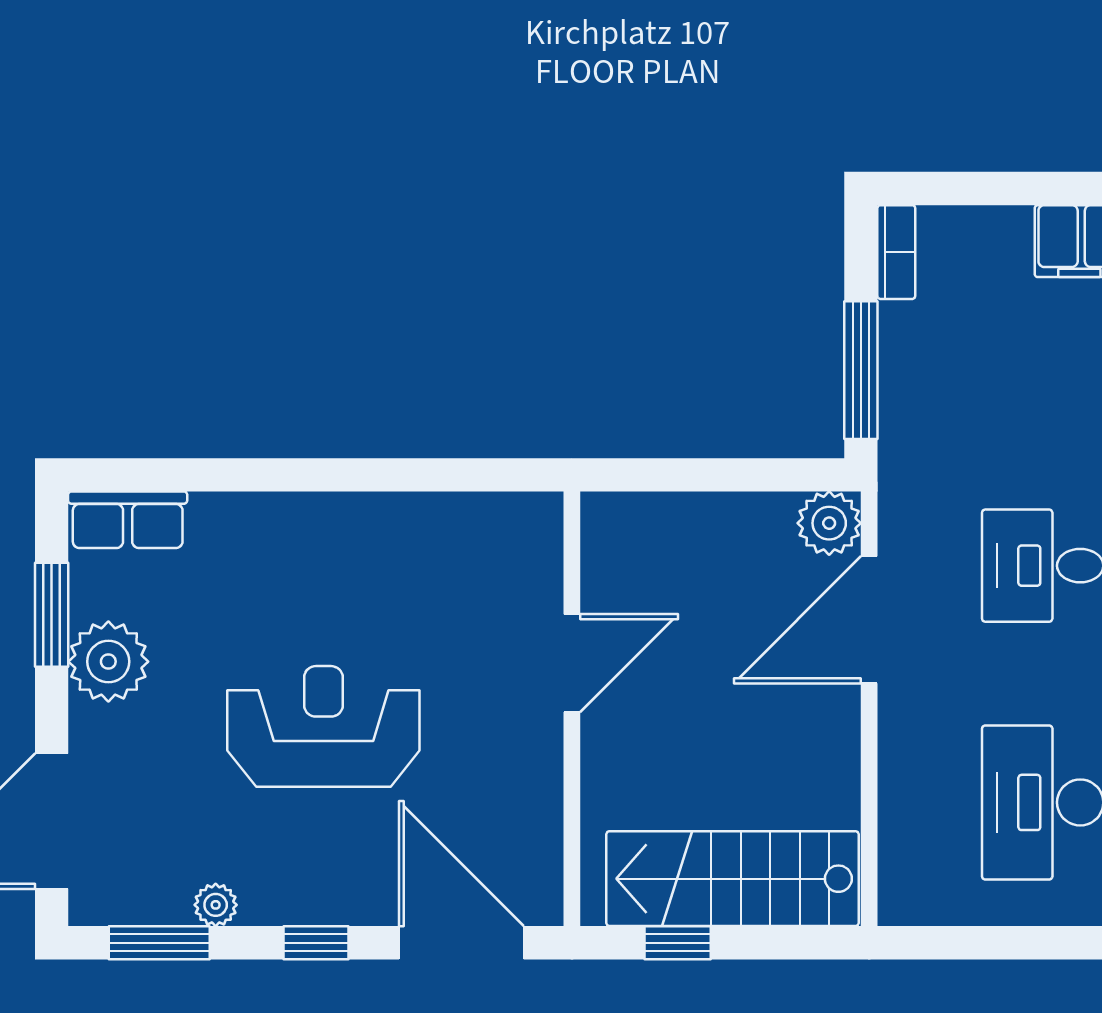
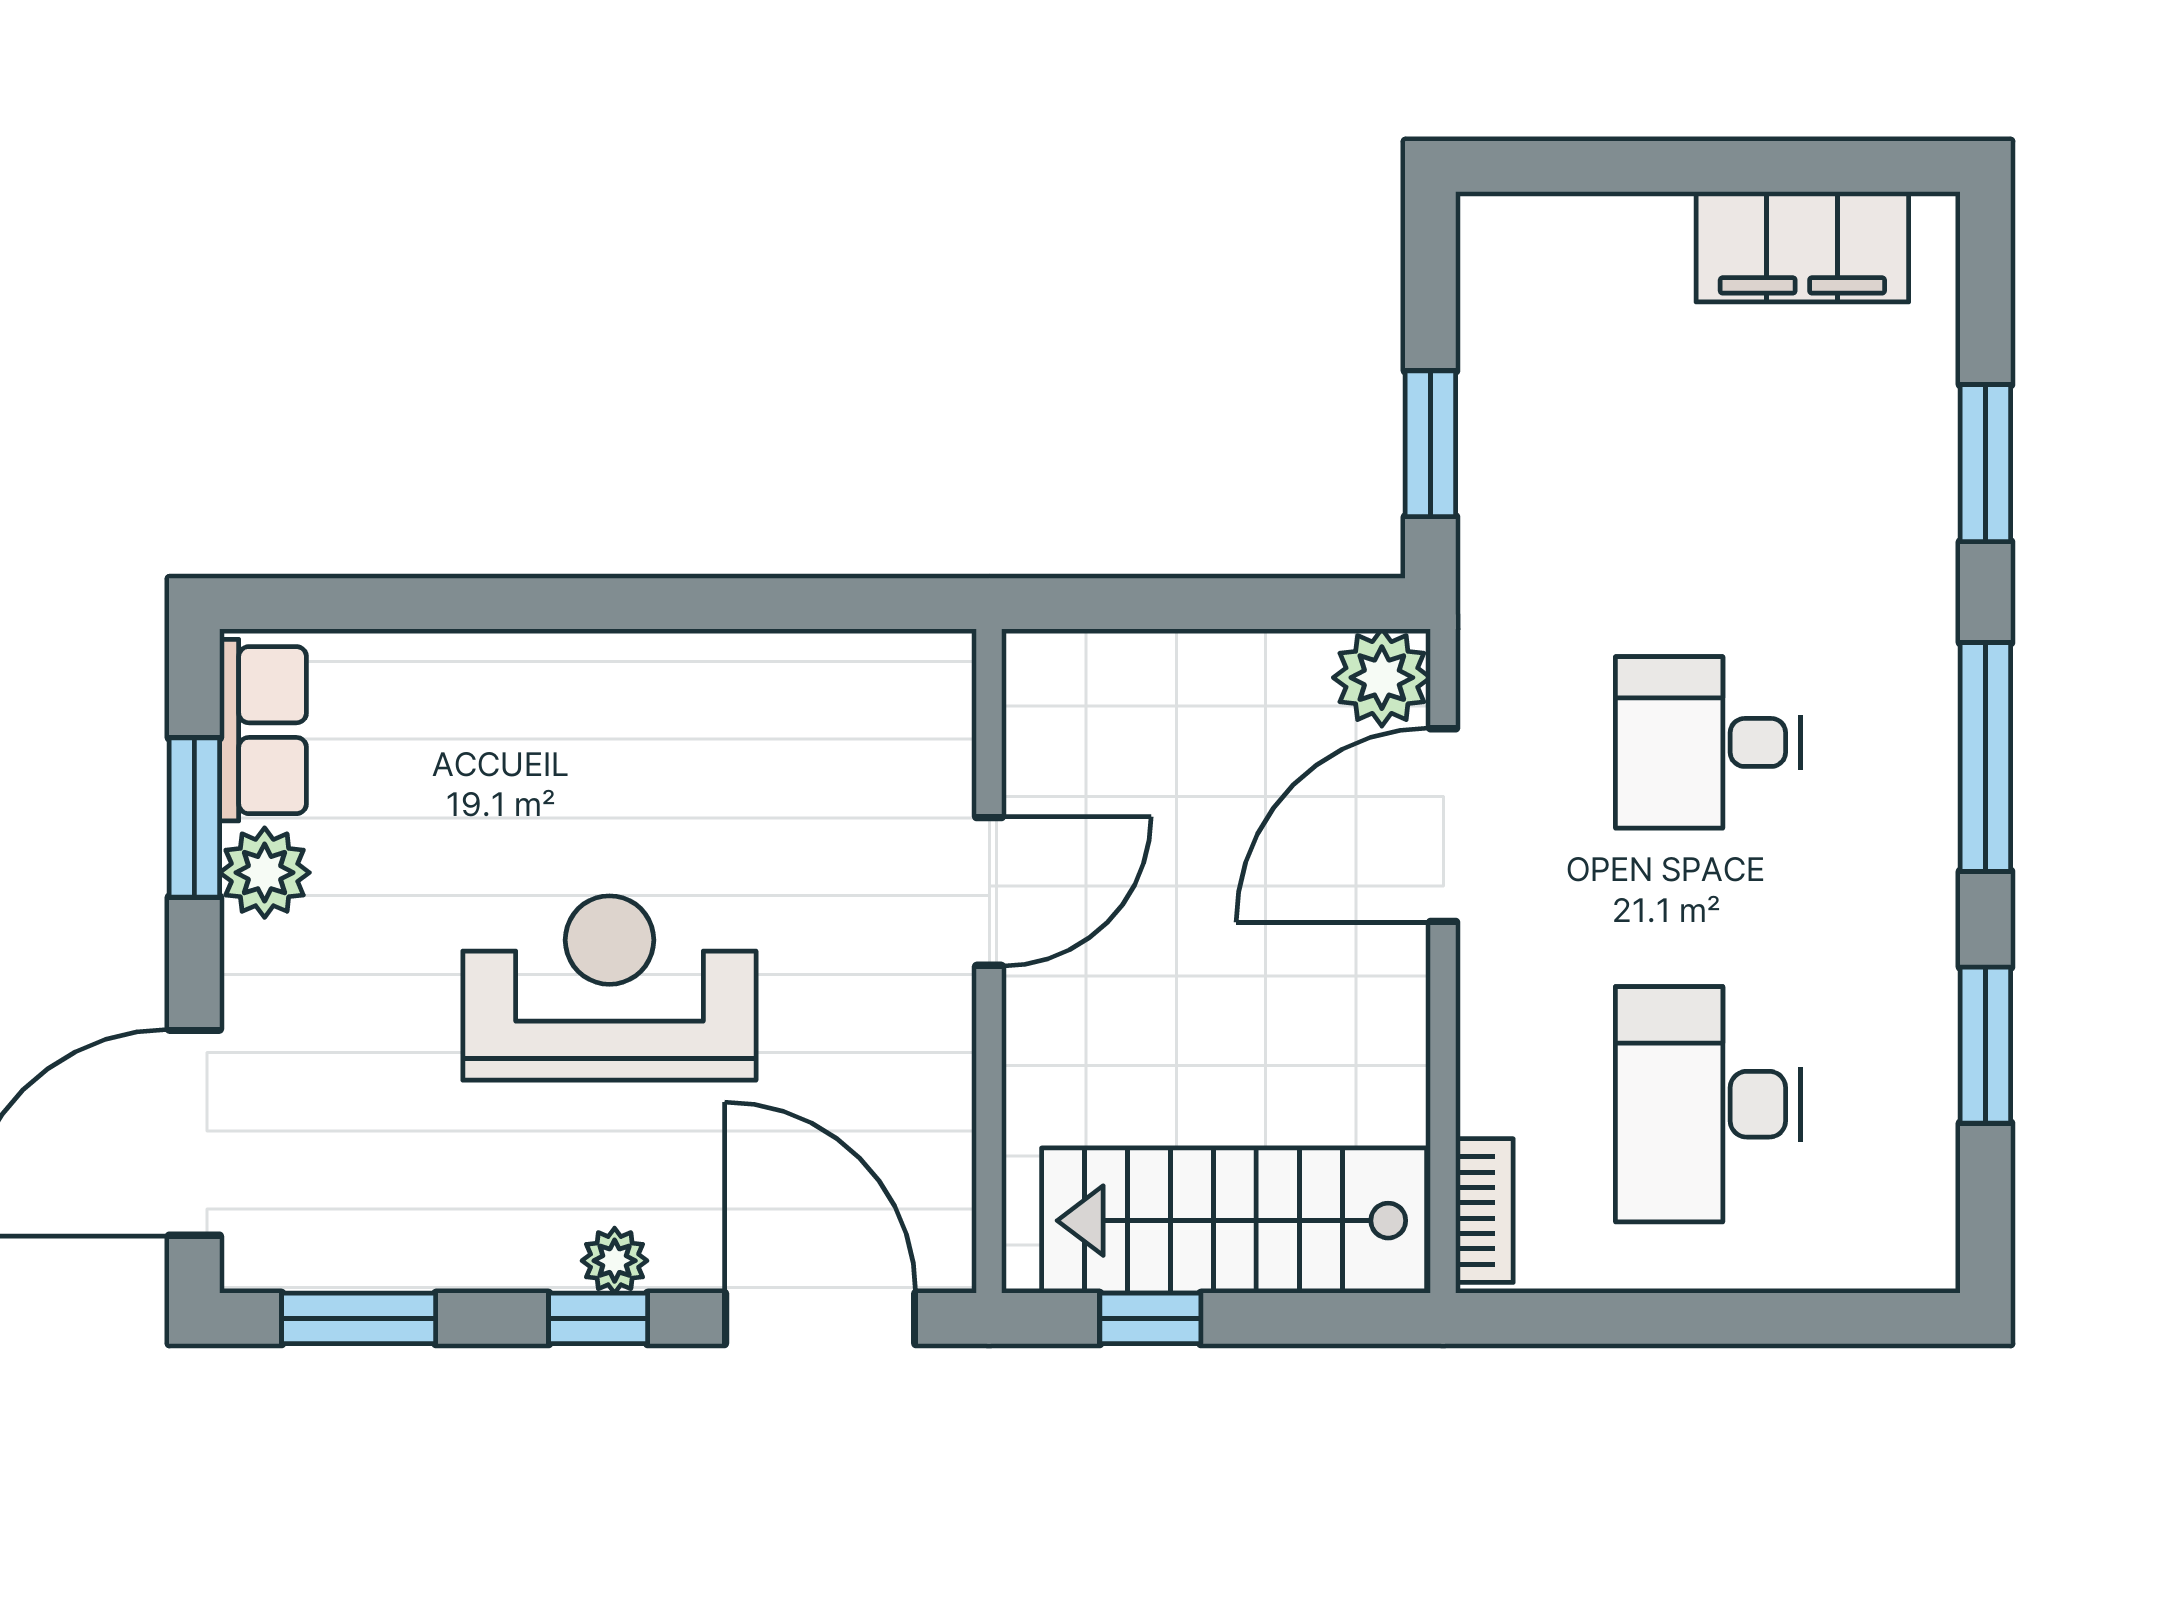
bookcase: (896, 252) -> (1484, 1211), moved
window: (861, 370) -> (1430, 444), width x0.69
row of seats: (128, 520) -> (263, 730), moved, turned -90
plant: (108, 662) -> (265, 873), width x0.73, depth x0.73
plant: (216, 905) -> (615, 1261), moved

